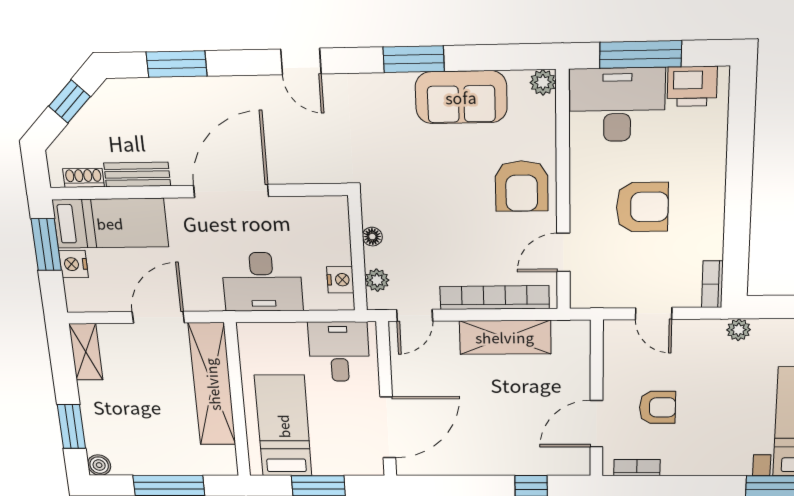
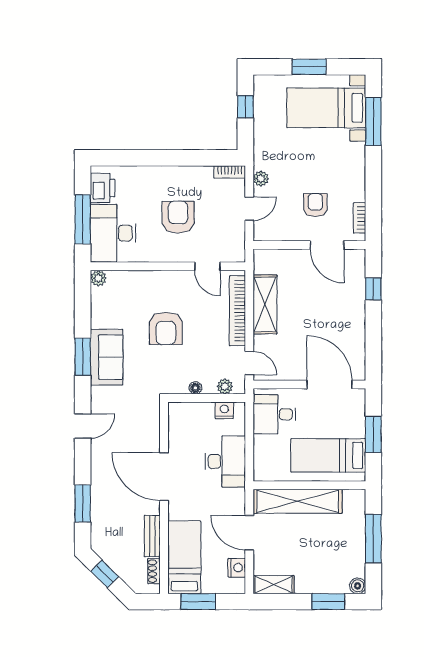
sofa: (461, 97) -> (107, 357), moved
armchair: (522, 186) -> (166, 328), moved, turned 90
nightstand: (74, 264) -> (237, 568), moved, turned -90
plant: (739, 330) -> (261, 179), moved

